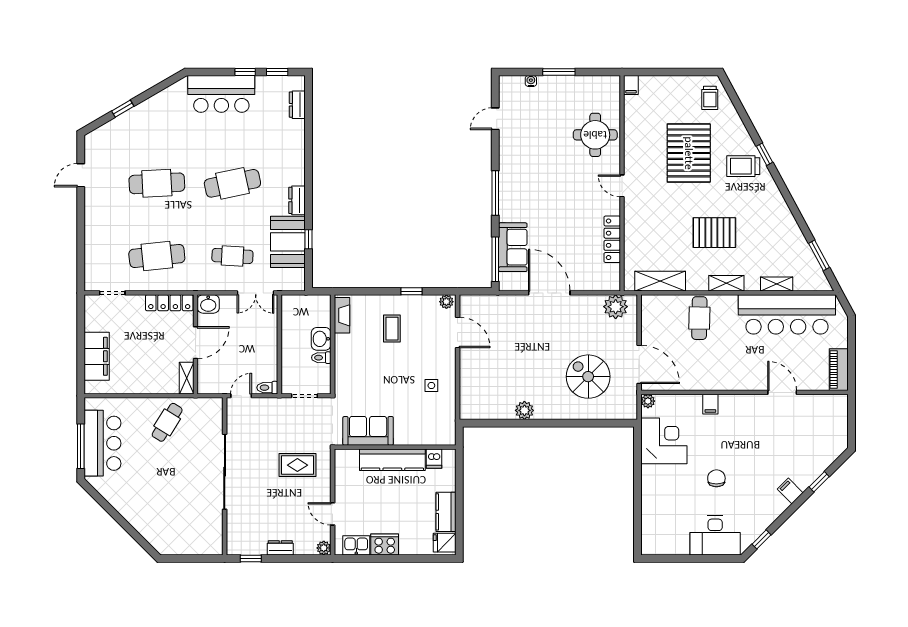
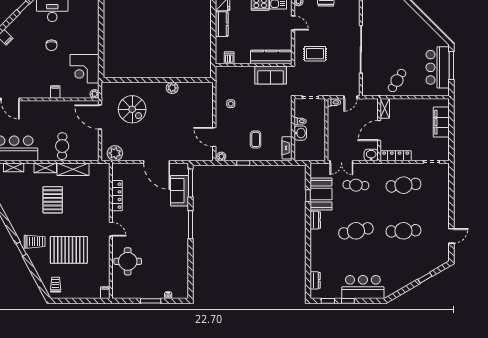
door: (495, 119) -> (191, 271), removed
pallet: (689, 153) -> (69, 250), turned 90
pallet: (714, 233) -> (53, 200), turned 90
shelving: (660, 281) -> (73, 169), moved
double door: (256, 293) -> (341, 162), swing flipped
kitchen counter: (392, 460) -> (271, 57), moved

